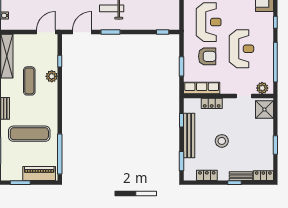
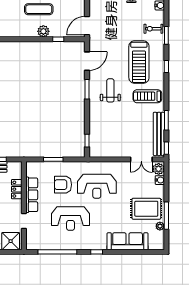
door: (46, 32) -> (87, 26), swing flipped
door: (82, 32) -> (87, 61), hinge flipped
armchair: (207, 56) -> (63, 185), turned 90
row of seats: (202, 88) -> (32, 195), moved
plant: (262, 88) -> (32, 239), removed

